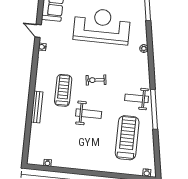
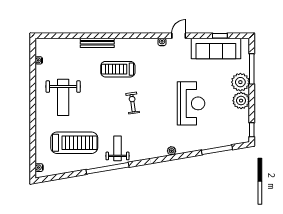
reception desk: (102, 26) -> (191, 103), width x0.74, depth x0.77
treadmill: (63, 90) -> (118, 69), turned 180
weight bench: (89, 114) -> (63, 97), moved, width x1.36, depth x1.33

